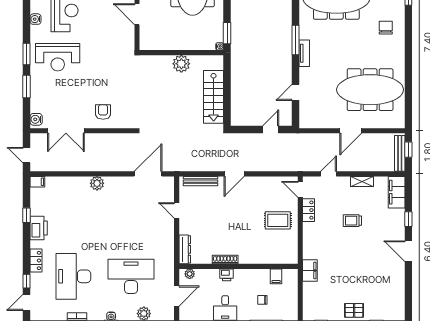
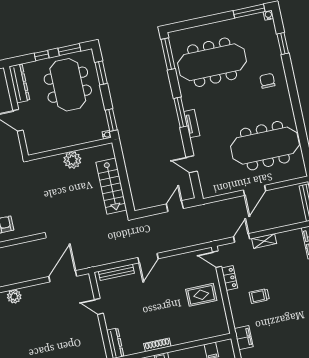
door: (296, 92) -> (192, 164), hinge flipped
shelving: (362, 181) -> (264, 241), moved
trolley: (352, 221) -> (259, 296), moved

